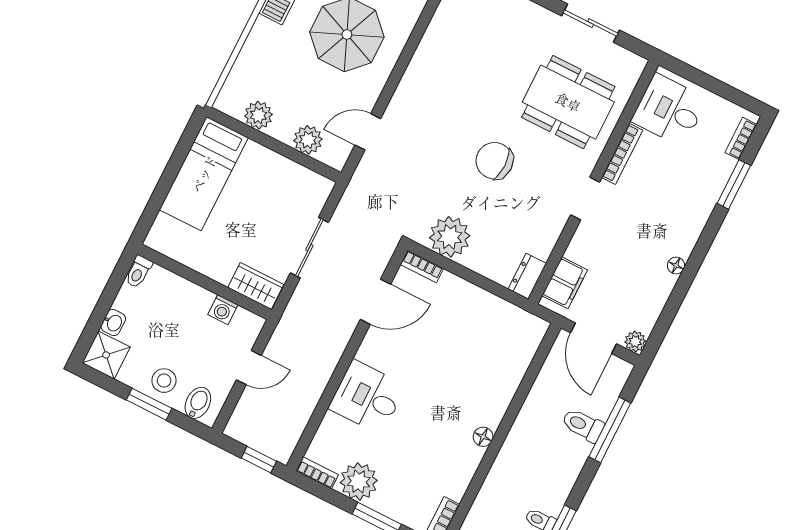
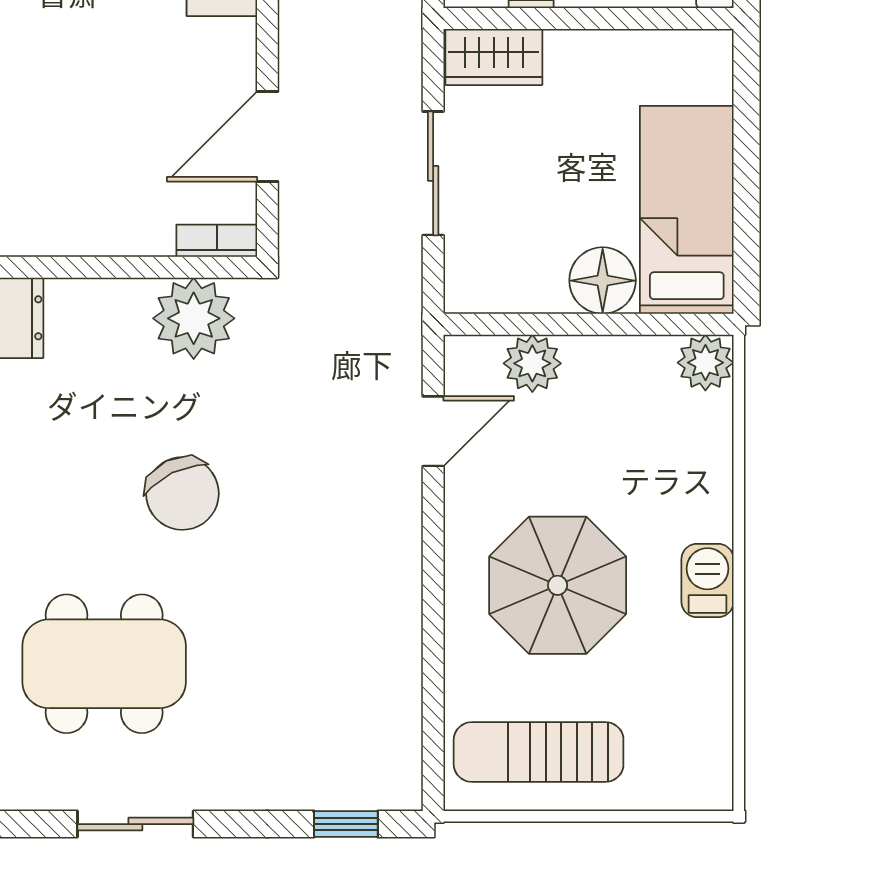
plant: (258, 115) -> (705, 363), moved
floor lamp: (258, 161) -> (603, 281), added
chair: (495, 161) -> (182, 493), turned 64

